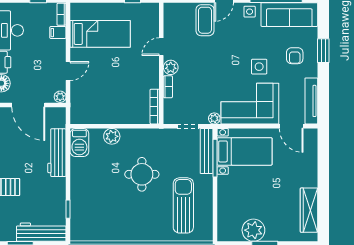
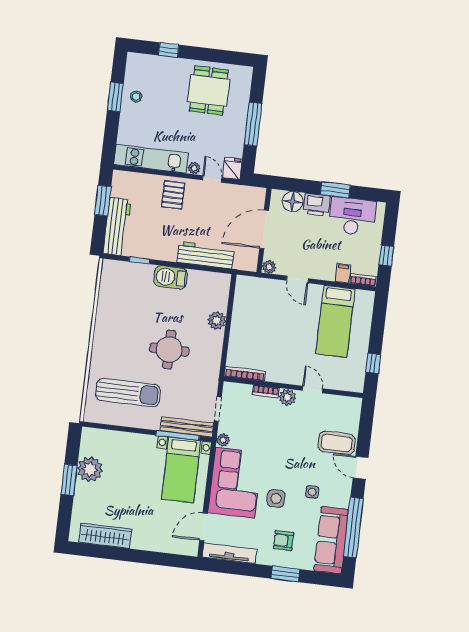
side table: (250, 12) -> (312, 492), moved
barbecue: (79, 142) -> (171, 277), moved

